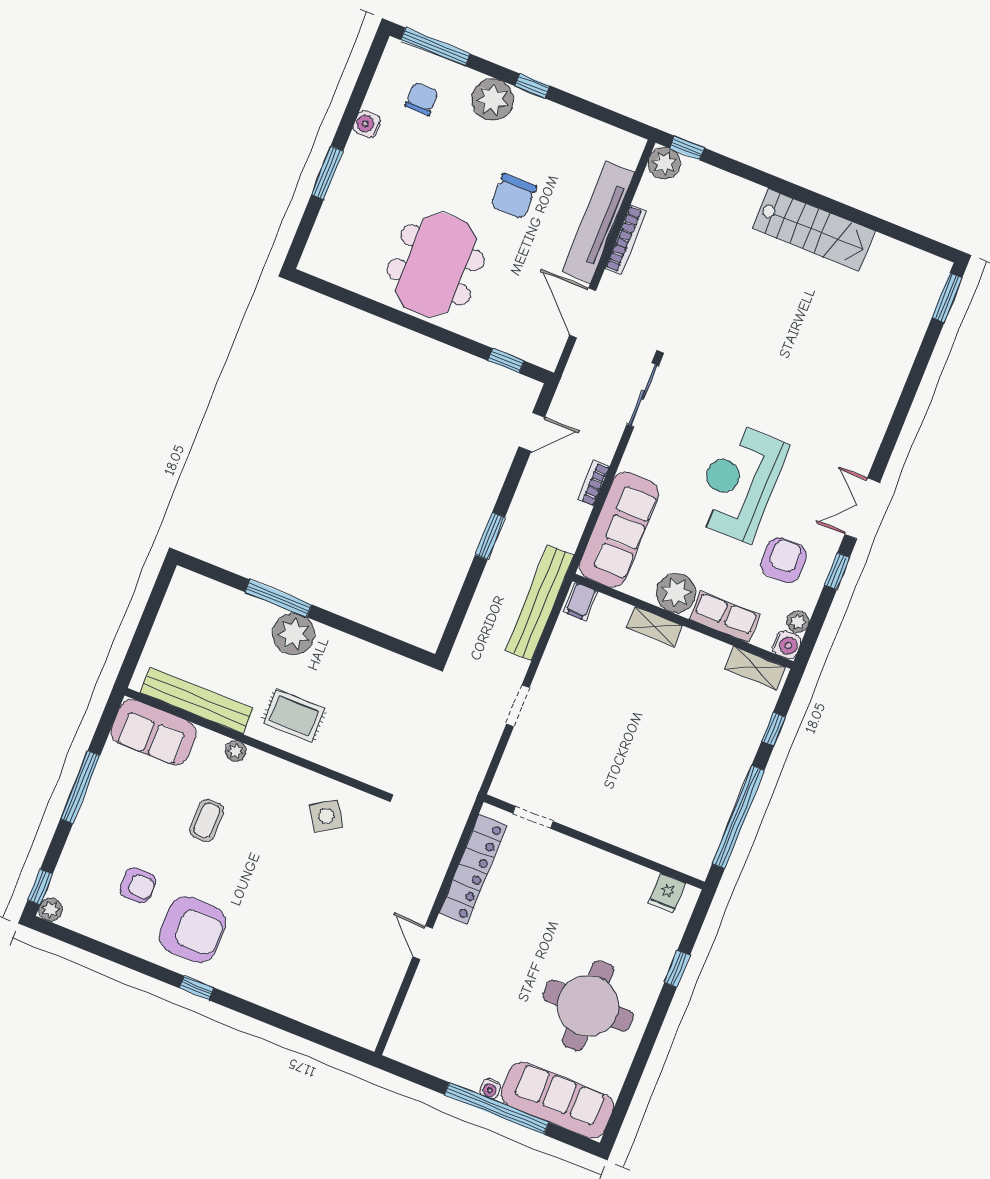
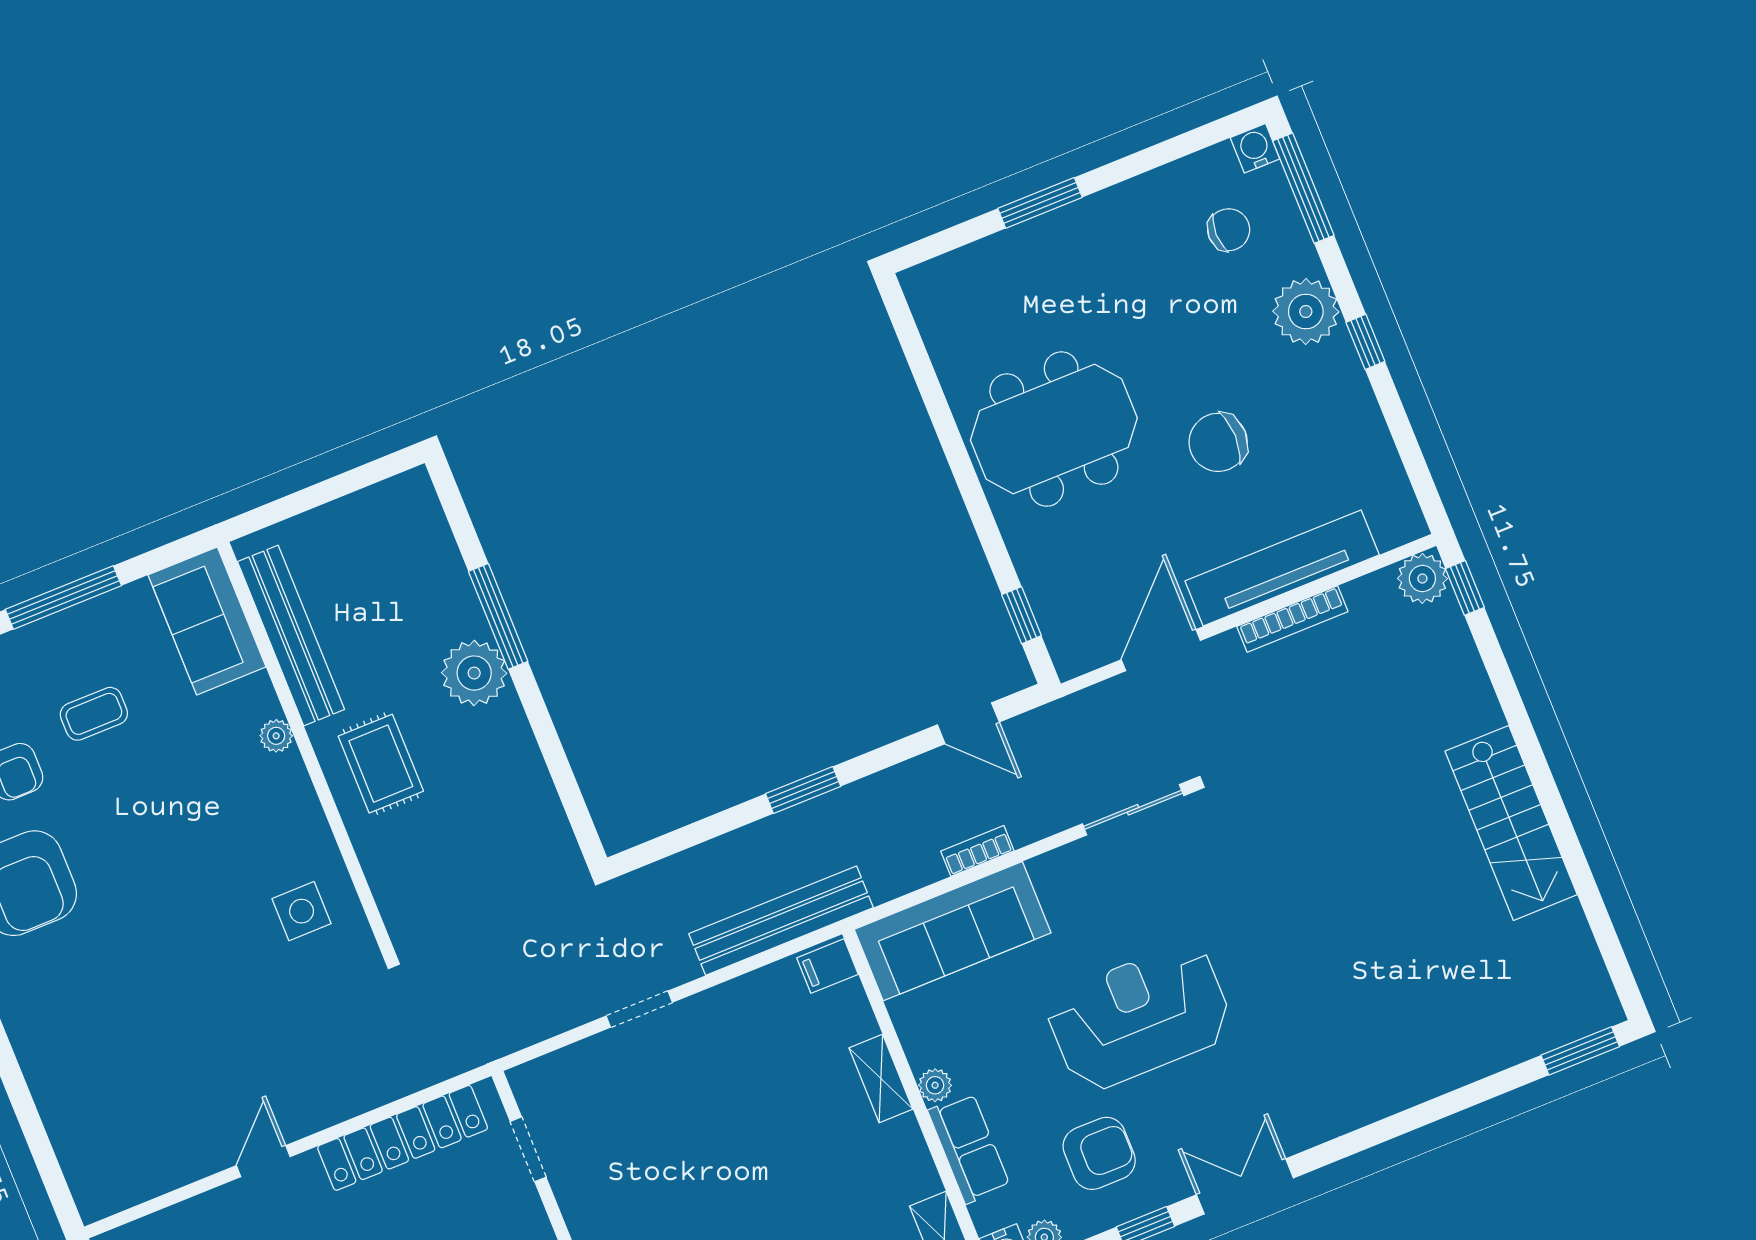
water cooler: (367, 124) -> (1255, 148), moved
plant: (676, 593) -> (935, 1085), width x0.53, depth x0.53
side table: (326, 816) -> (302, 911), turned 32
coffee table: (207, 820) -> (94, 714), moved

